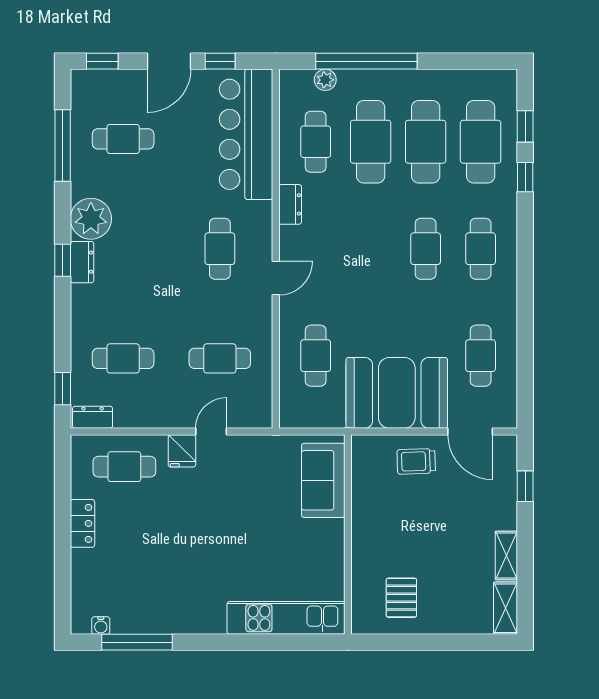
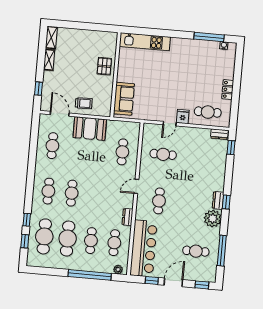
plant: (325, 80) -> (118, 270), moved
cafe table: (371, 142) -> (91, 241), width x0.73, depth x0.74
cafe table: (123, 358) -> (204, 158), removed
booth: (397, 393) -> (90, 129), width x0.73, depth x0.70
pallet: (401, 598) -> (104, 66), moved

